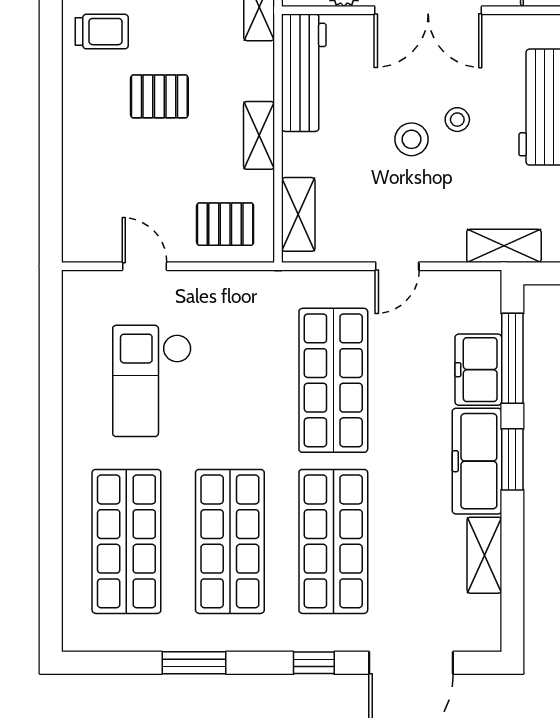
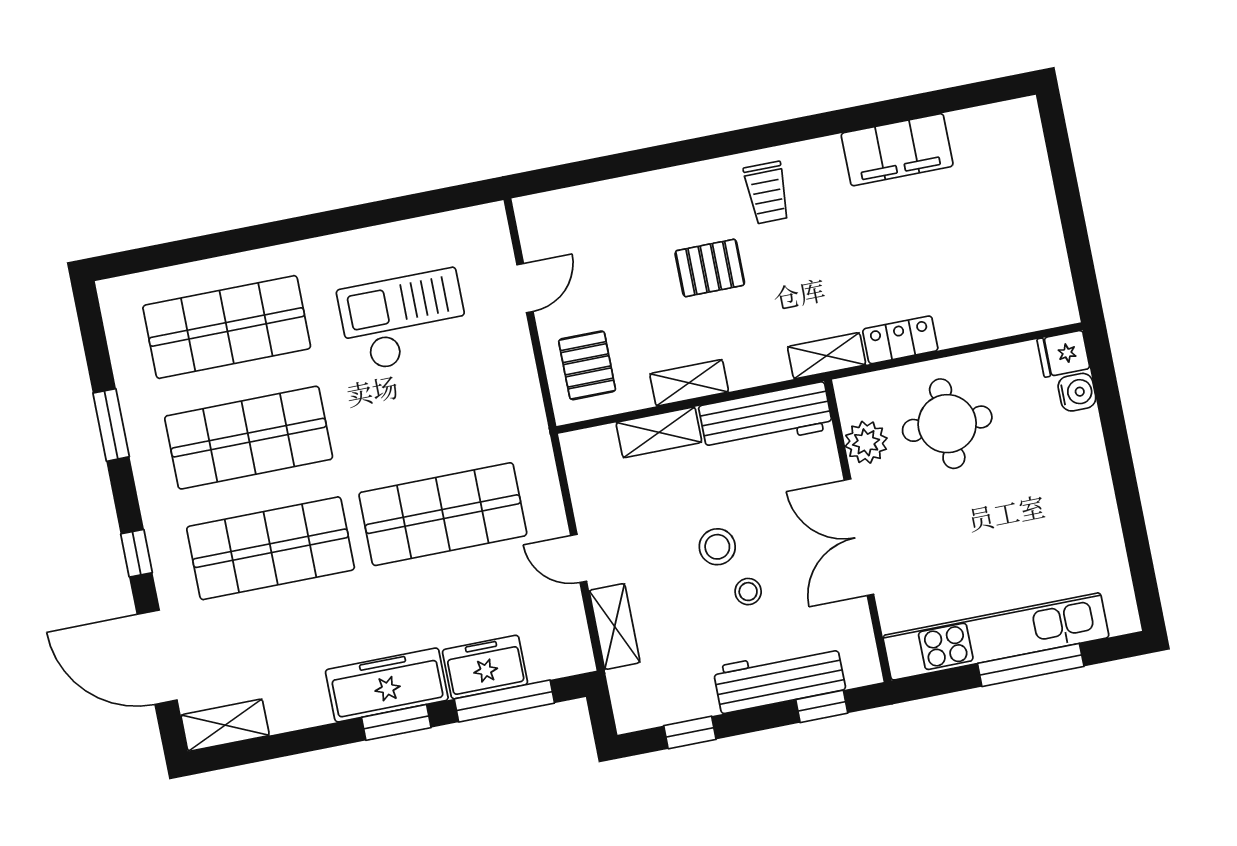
pallet: (159, 96) -> (710, 268), turned 90
shelving: (298, 214) -> (659, 432), moved
shelving: (504, 246) -> (615, 626), moved
shelving: (484, 555) -> (225, 725), moved

